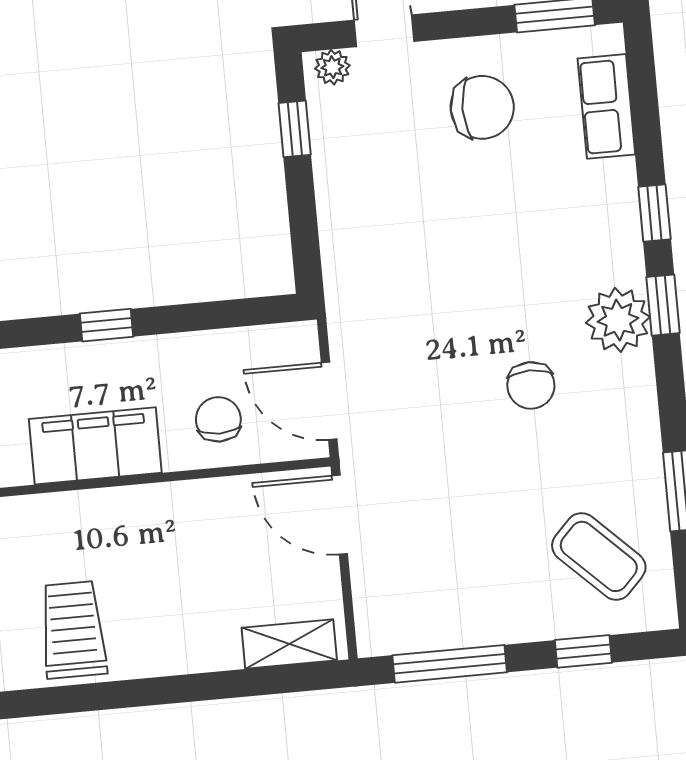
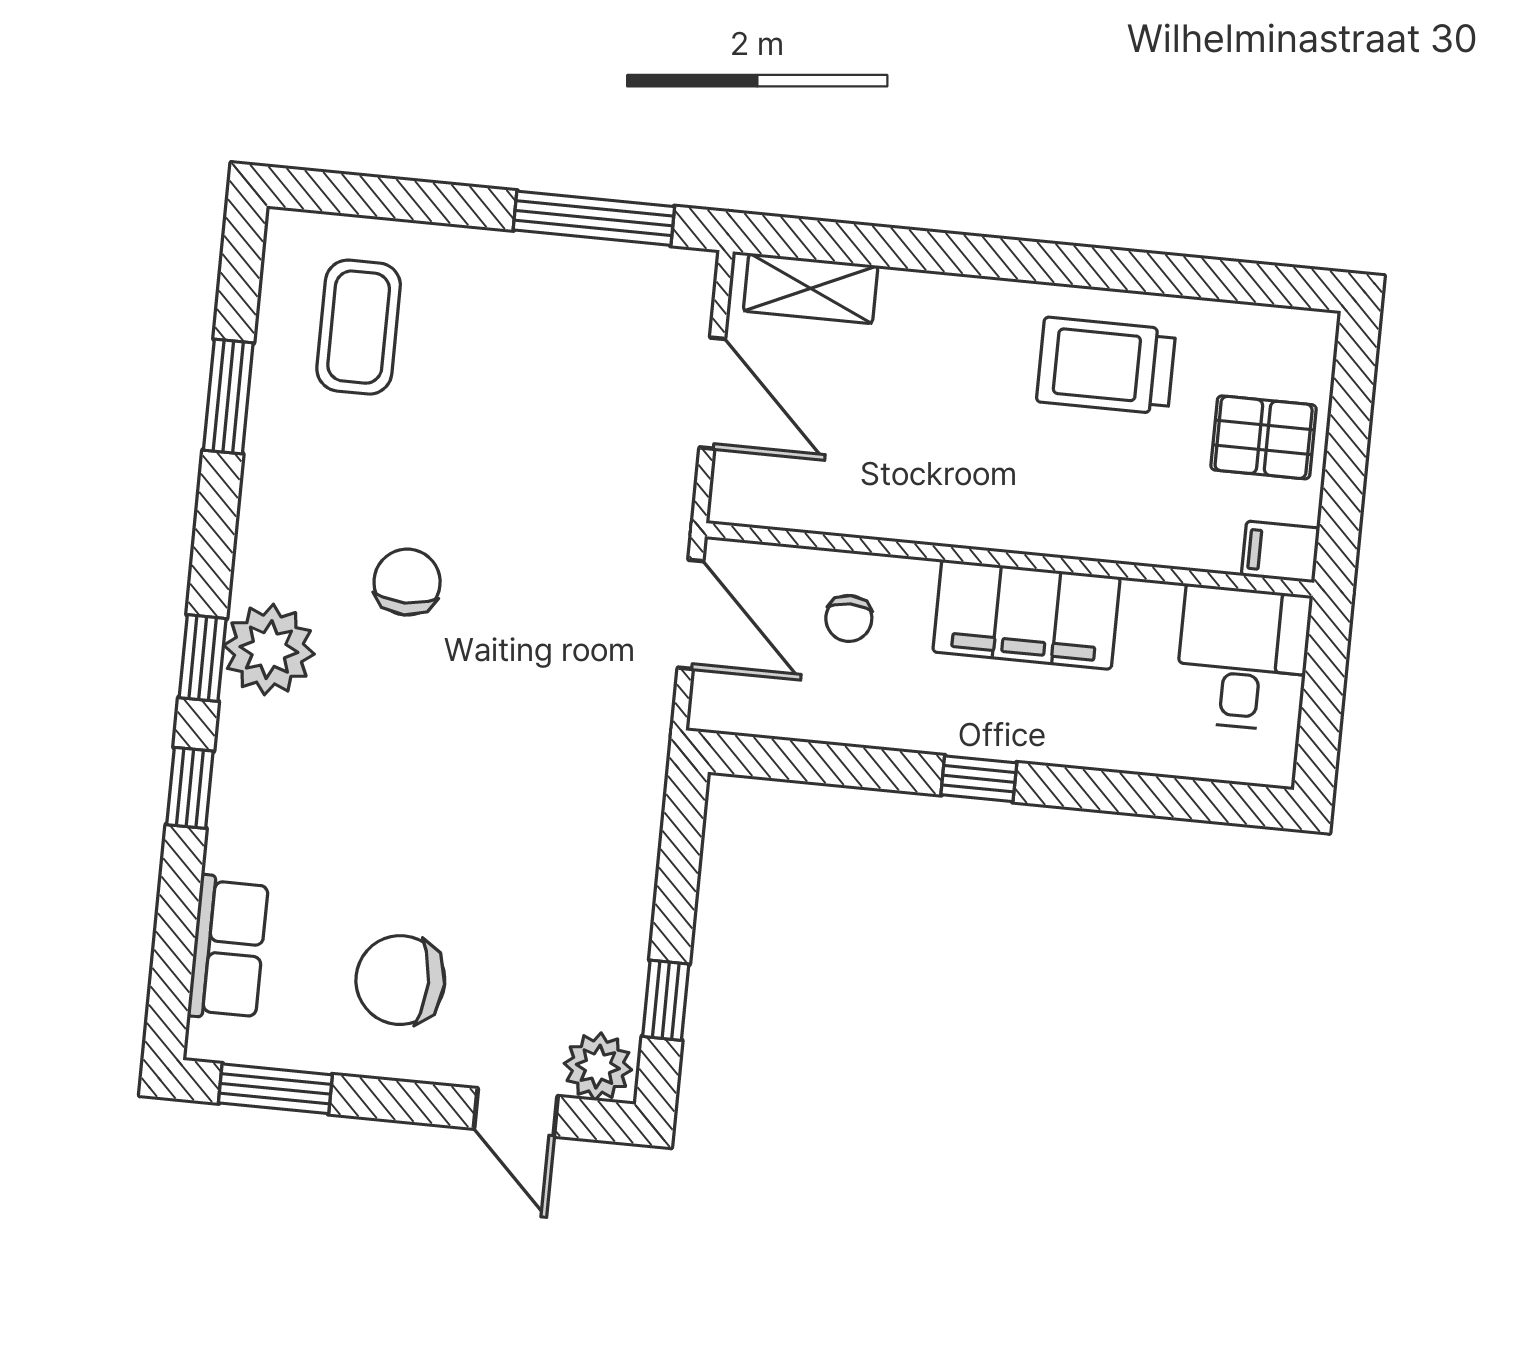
plant: (332, 67) -> (598, 1067), width x1.38, depth x1.38
chair: (218, 419) -> (849, 618), width x0.73, depth x0.73
door: (340, 515) -> (712, 393), moved
coffee table: (599, 556) -> (359, 327), turned 46
trolley: (73, 630) -> (1106, 366), turned 90
window: (583, 651) -> (405, 200), removed

